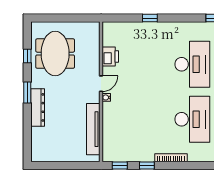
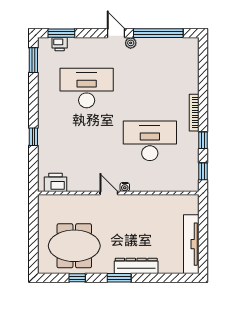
printer: (110, 57) -> (56, 182), moved
desk: (192, 119) -> (150, 141), moved
tv unit: (93, 129) -> (191, 244), moved, turned 90

